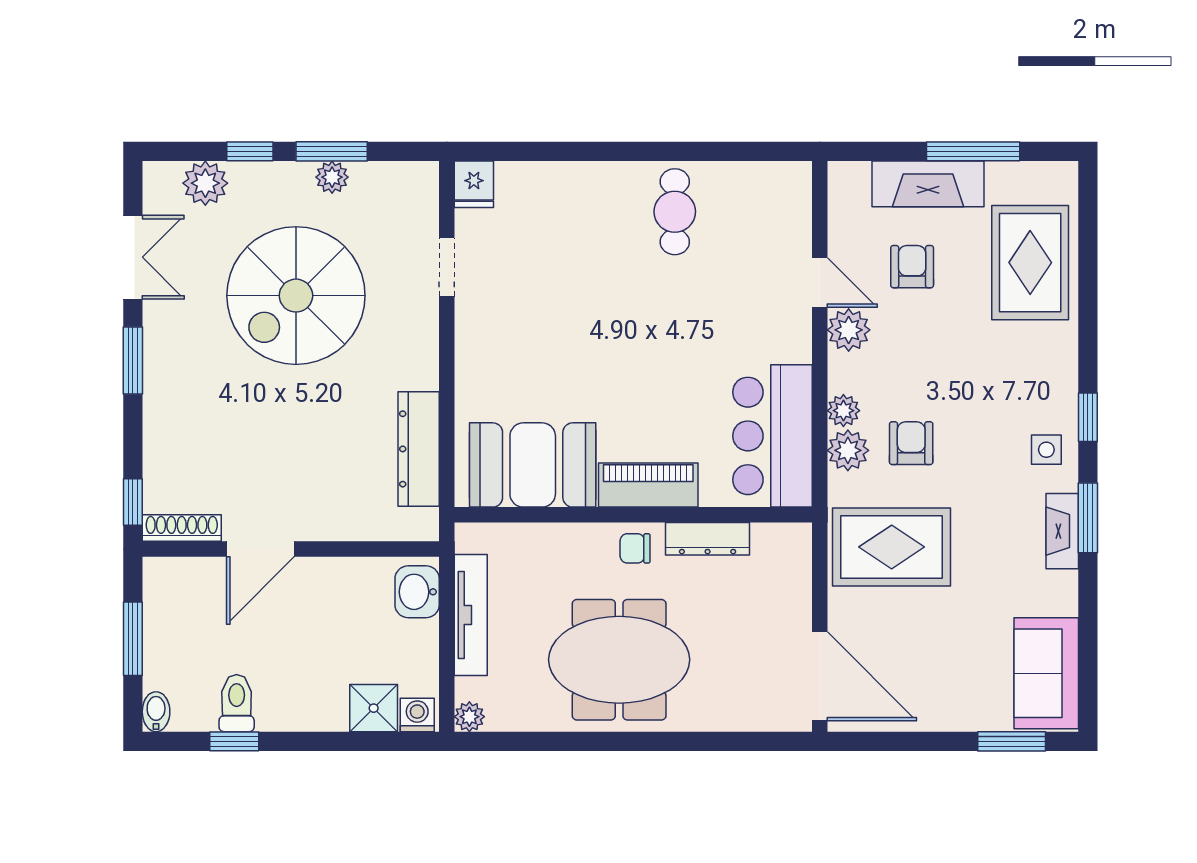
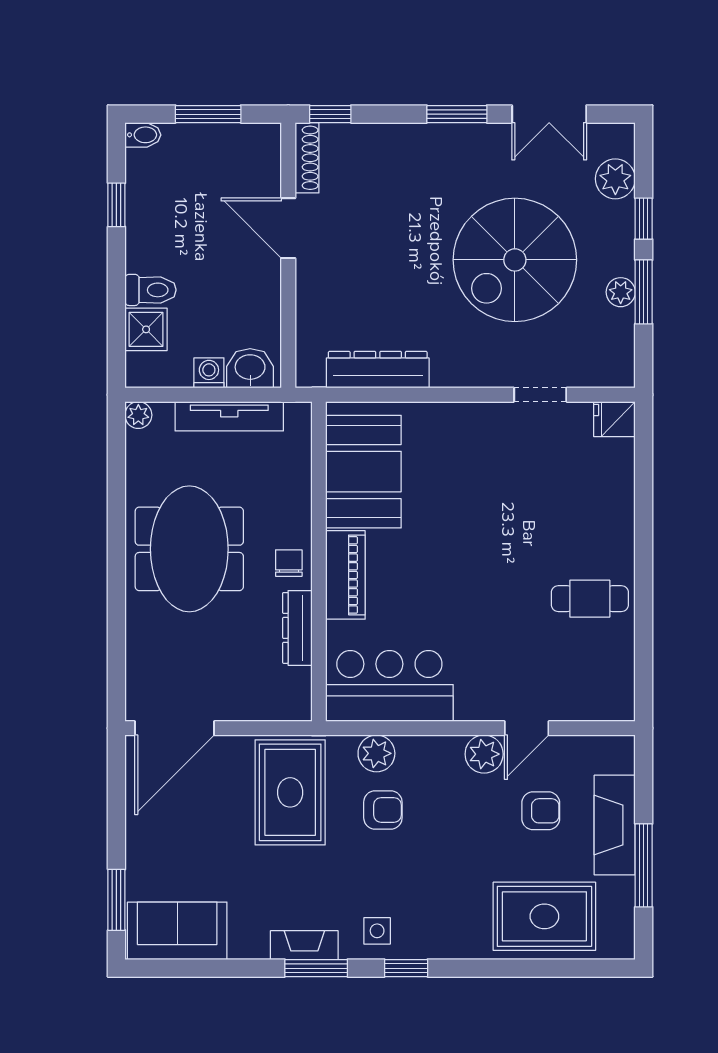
spiral stairs: (296, 296) -> (515, 260), turned -90
plant: (843, 411) -> (412, 749), removed
toilet: (237, 703) -> (150, 290), moved
washing machine: (417, 715) -> (209, 373), moved, turned -90

